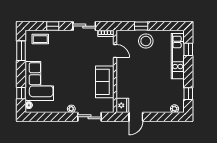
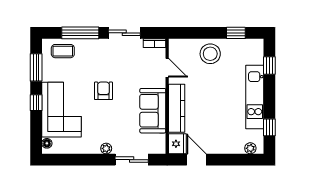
window: (53, 26) -> (80, 33), width x2.17
window: (141, 26) -> (236, 33), moved
kitchen unit: (178, 56) -> (255, 97), moved
armchair: (69, 68) -> (103, 91), added
kitchen counter: (122, 80) -> (177, 108), added
window: (21, 93) -> (36, 103), moved
door: (136, 117) -> (196, 160), swing flipped

